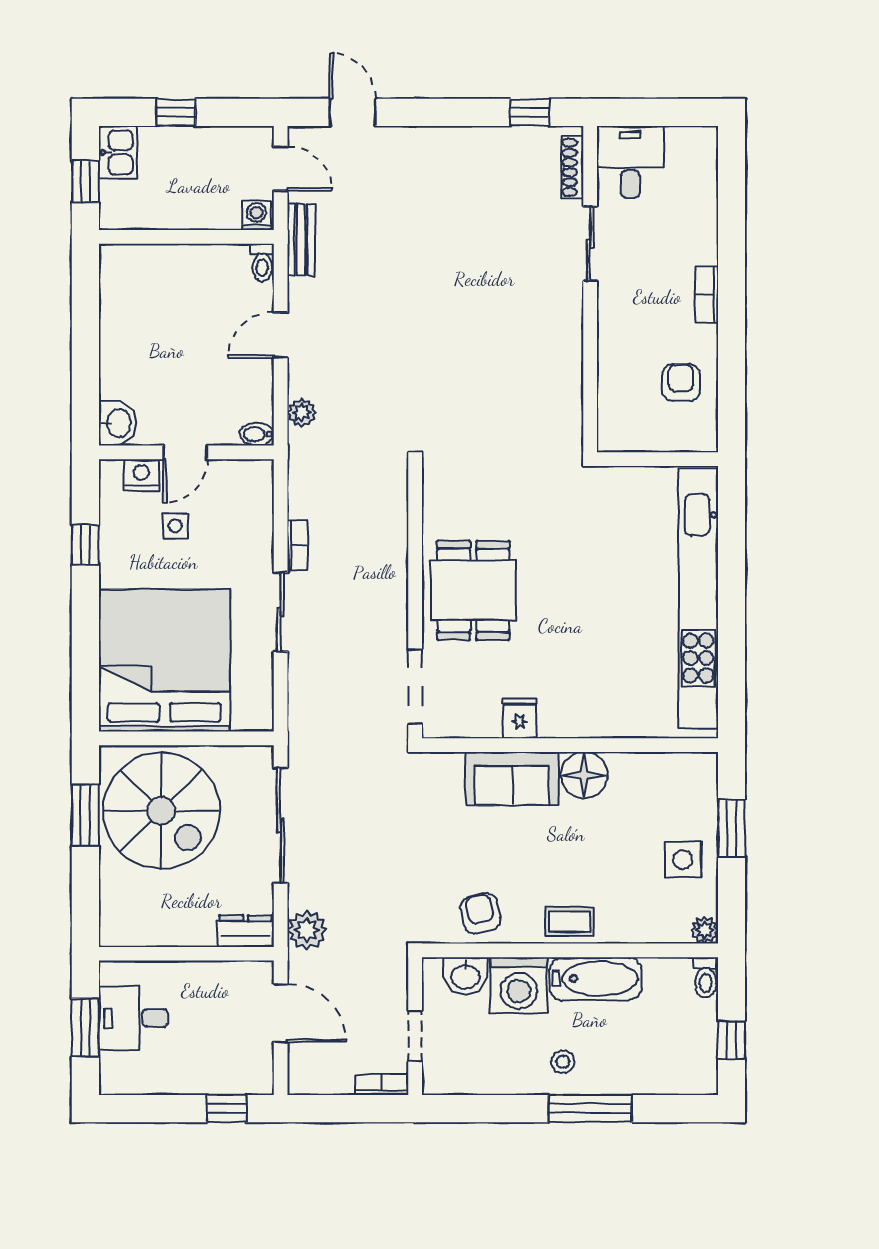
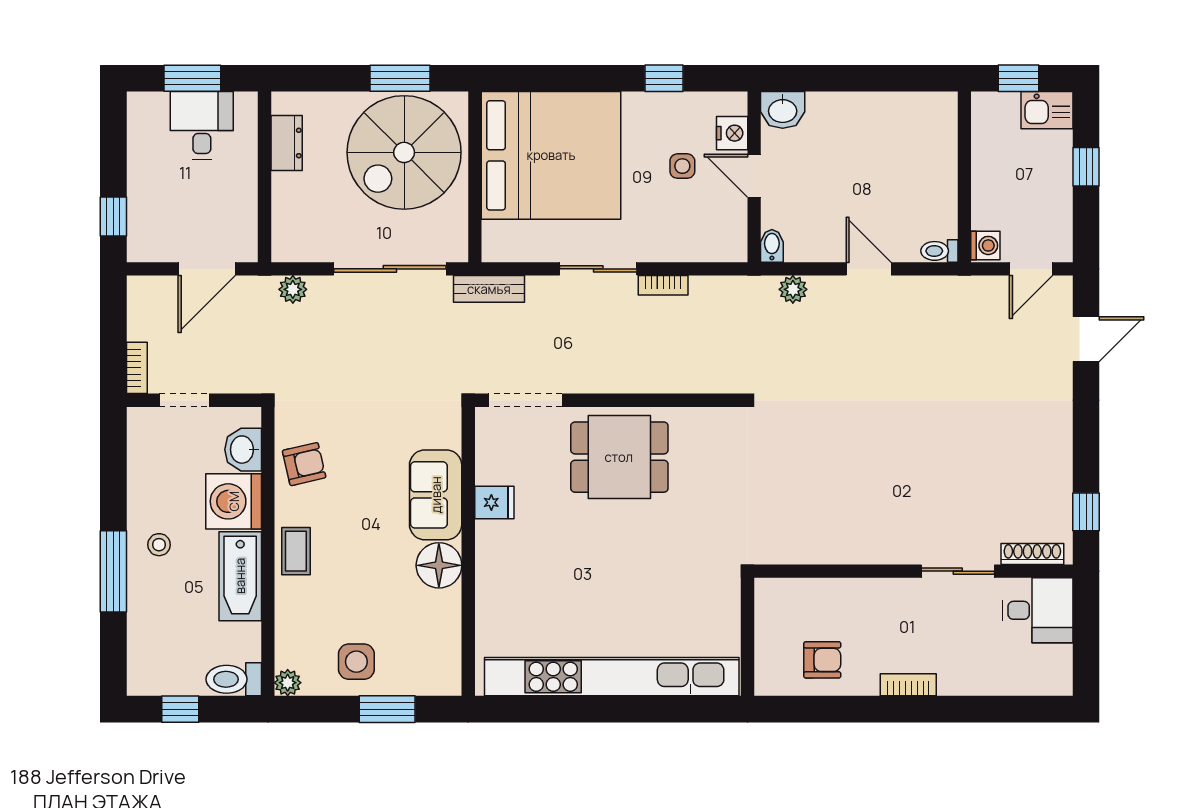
bench: (301, 239) -> (489, 289), moved
plant: (307, 930) -> (293, 289), width x0.73, depth x0.73
dresser: (245, 931) -> (287, 143), moved
toilet: (706, 977) -> (234, 679), width x1.37, depth x1.39

